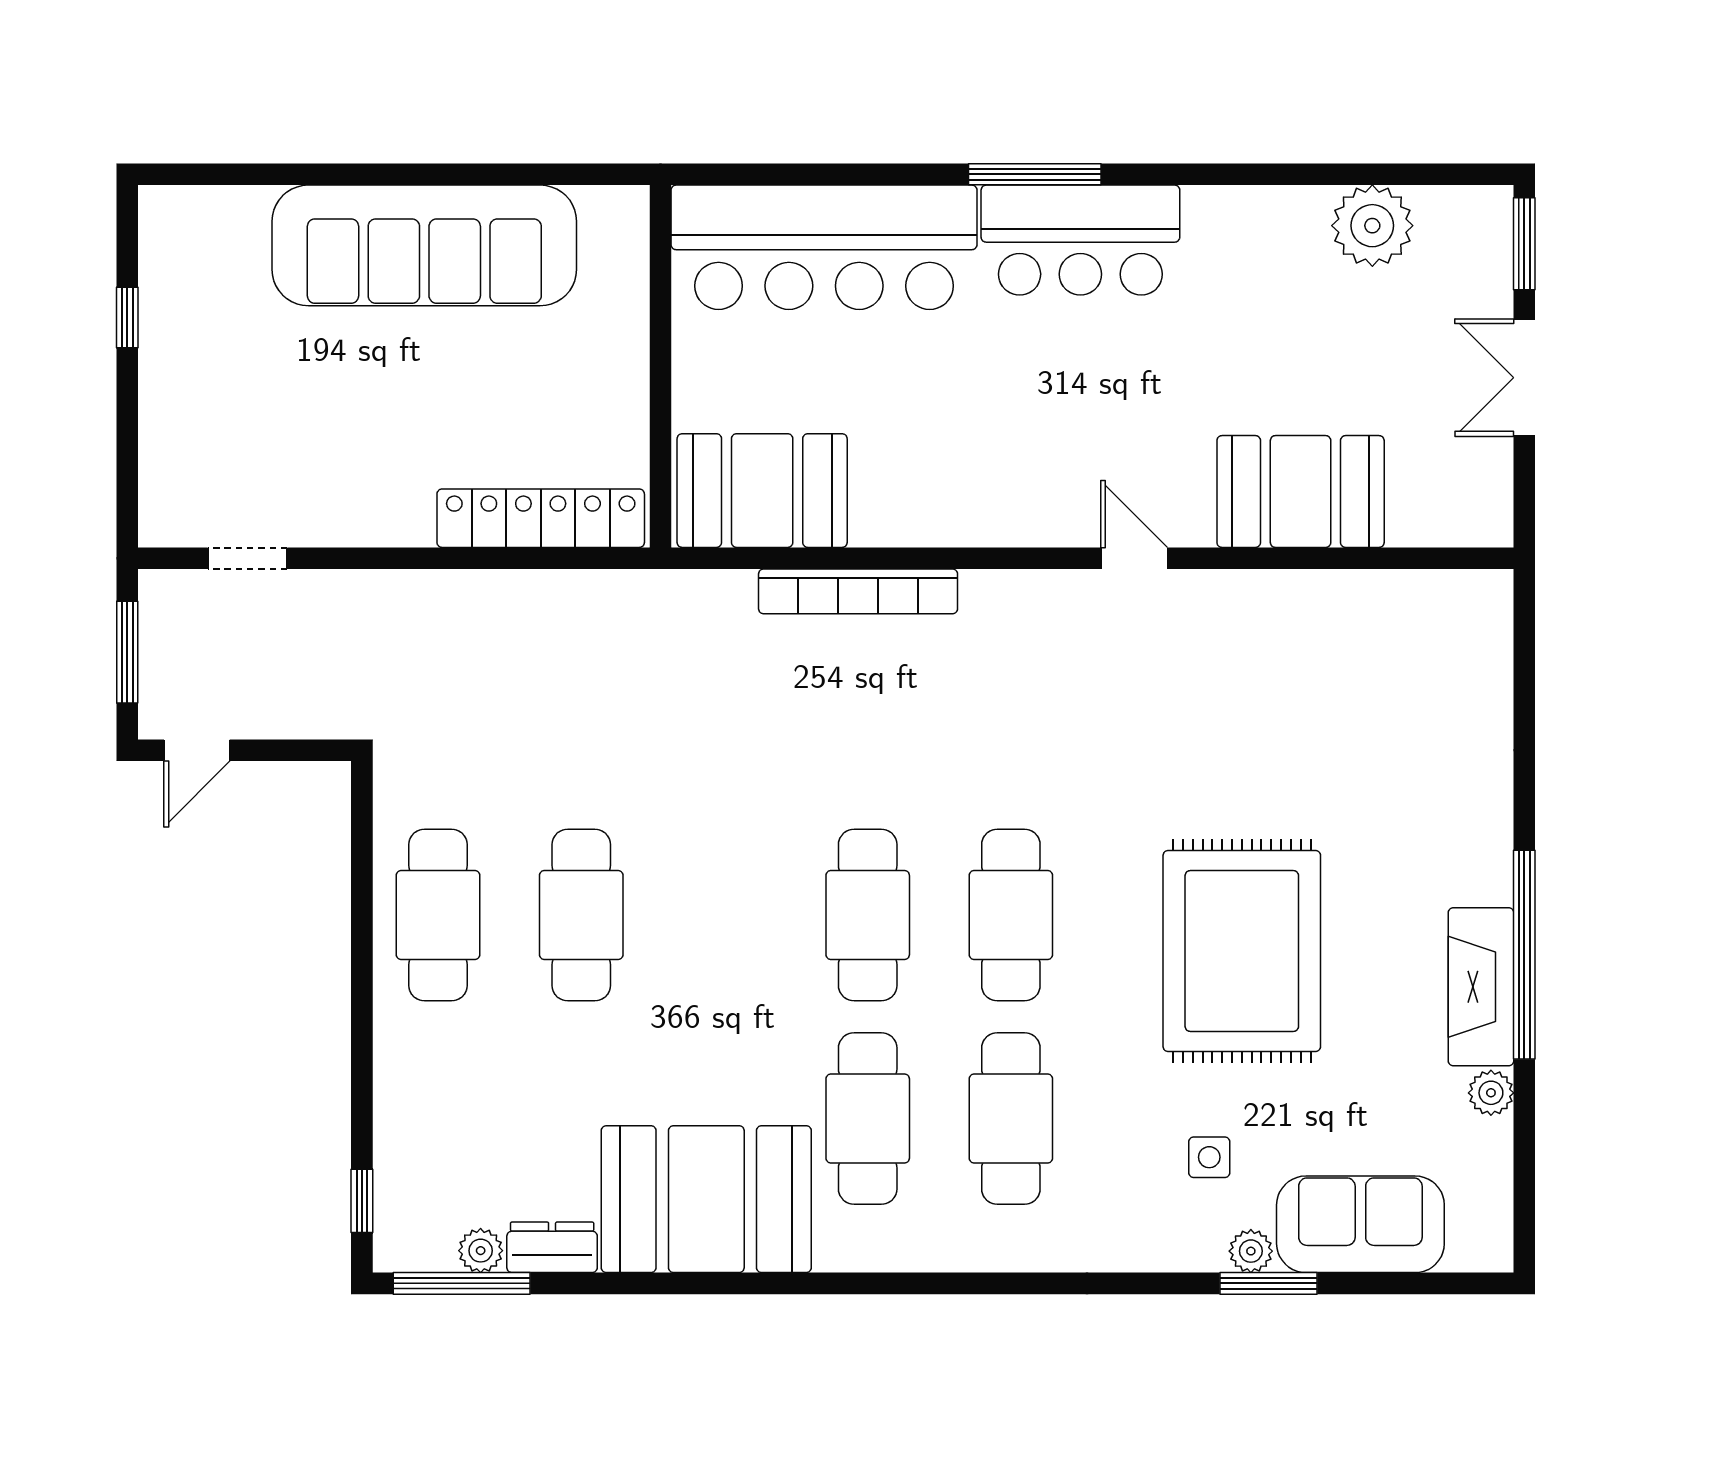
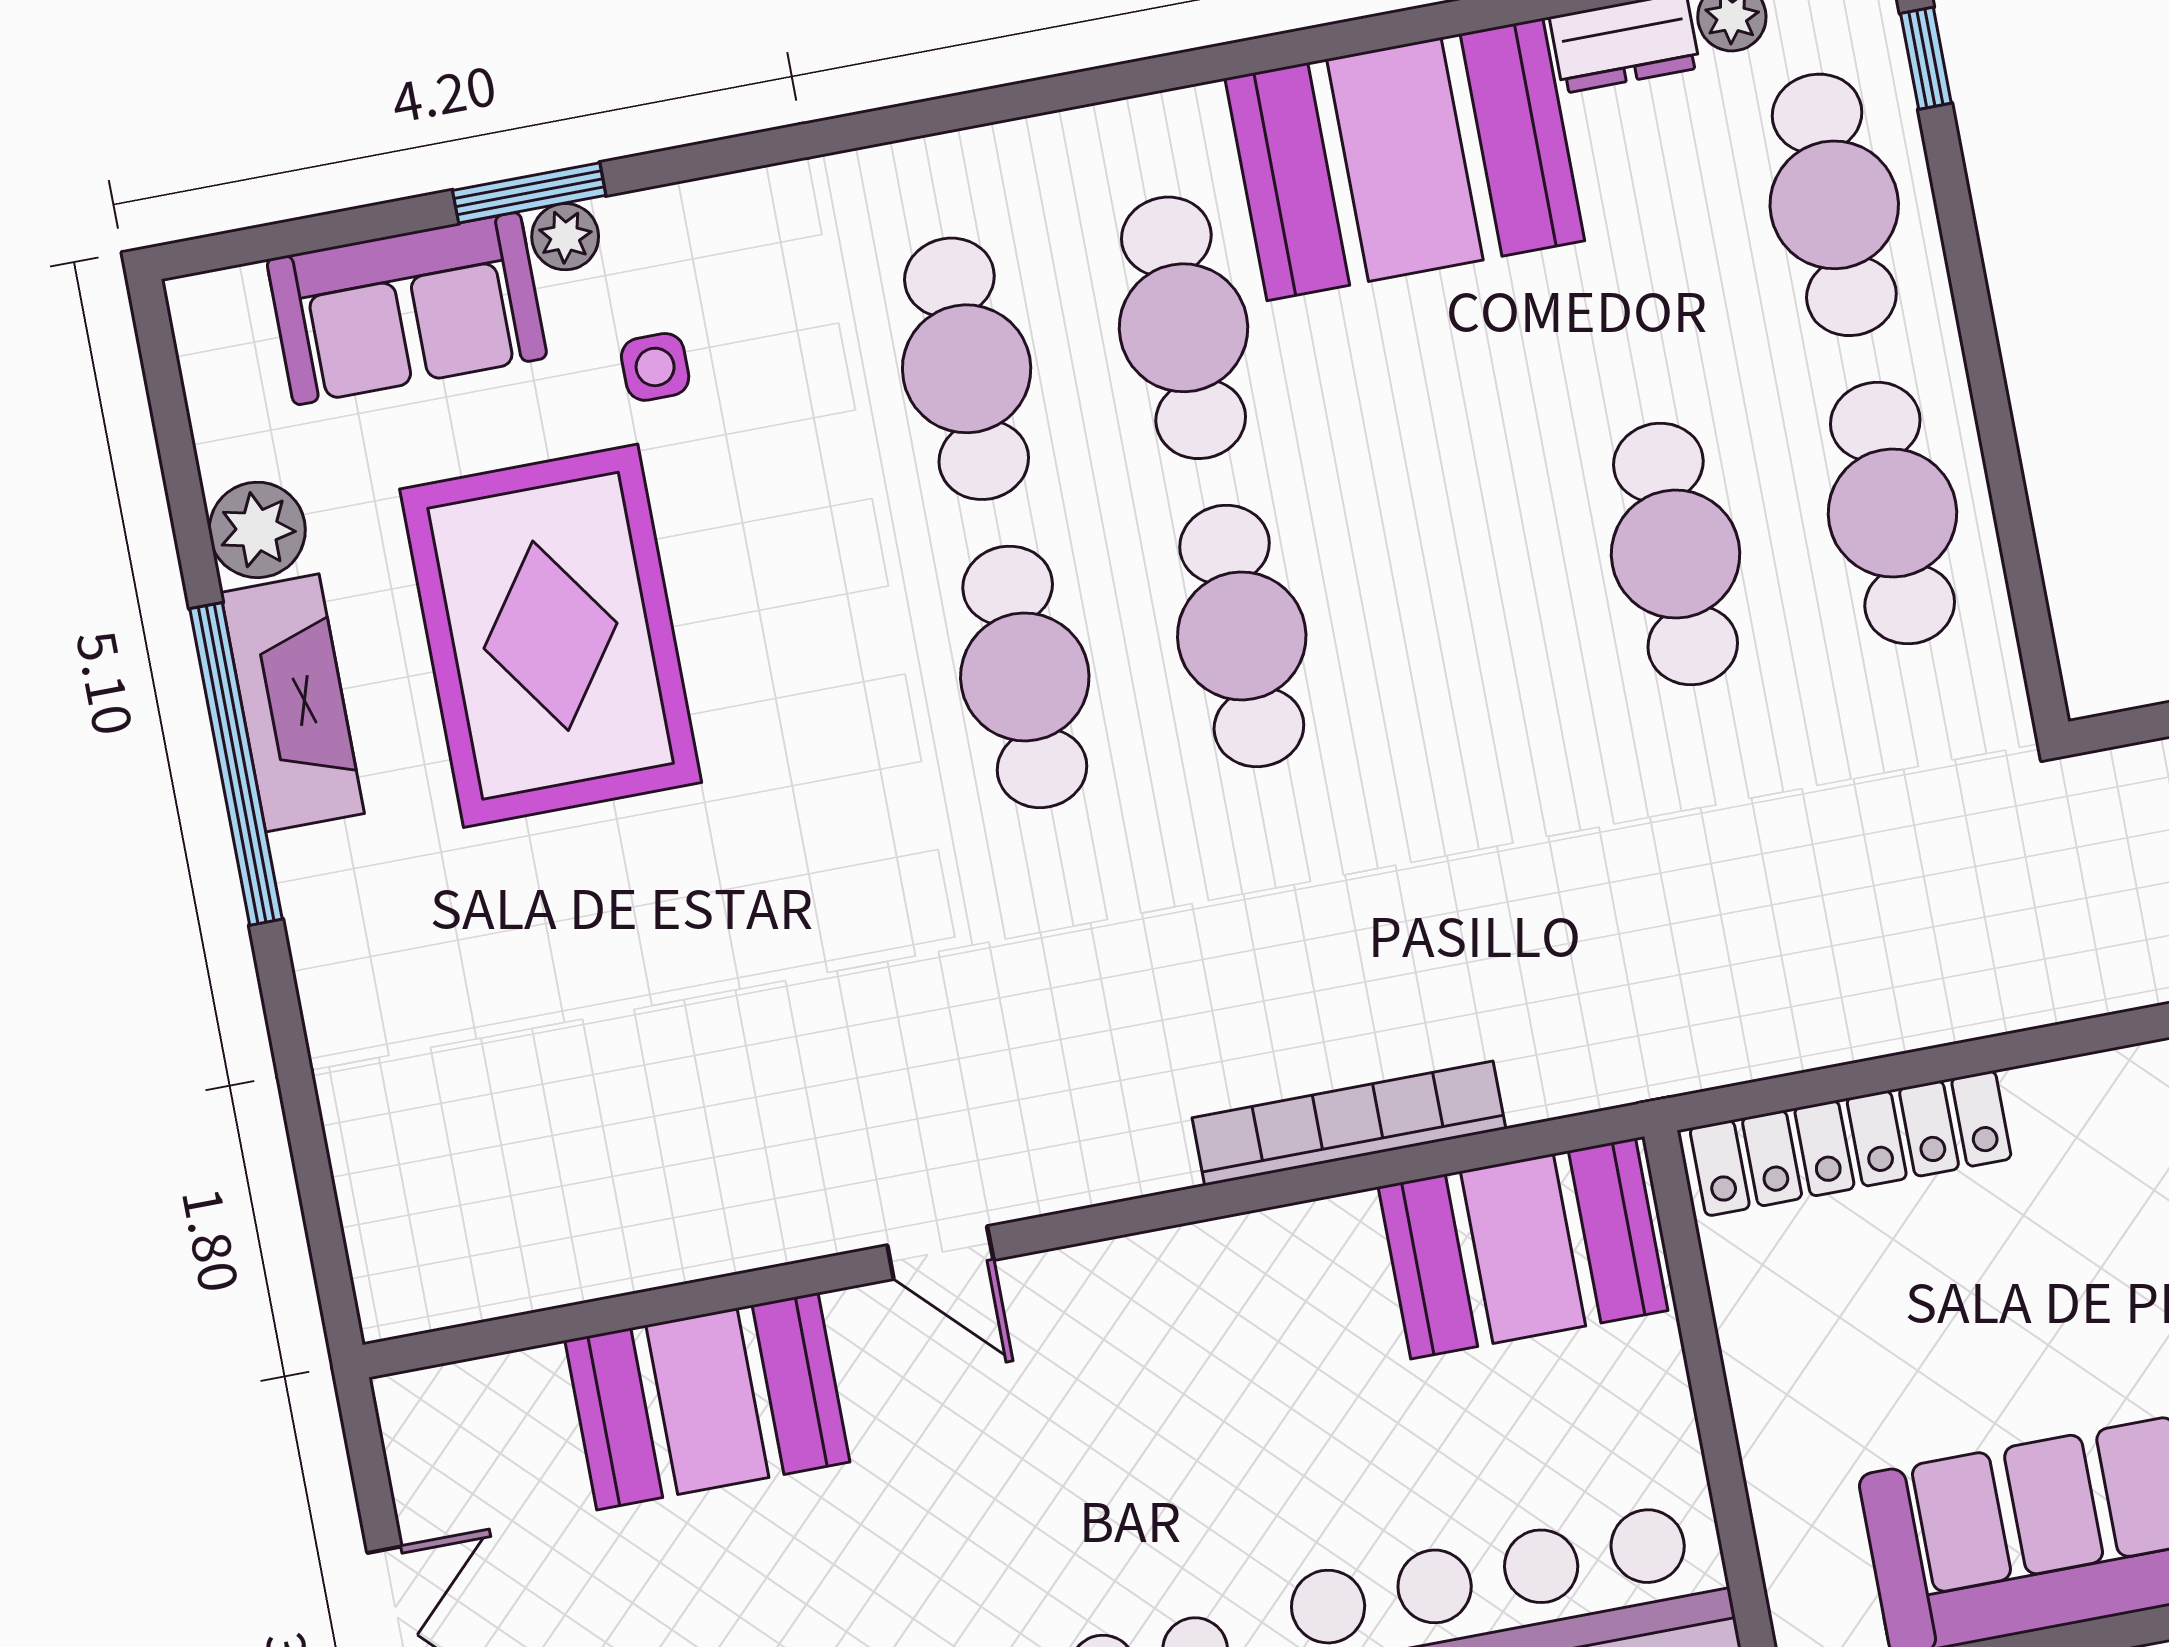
rug: (1242, 951) -> (551, 636), moved
plant: (1491, 1093) -> (257, 530), width x1.38, depth x1.38
cafe table: (438, 1118) -> (1834, 205), added

